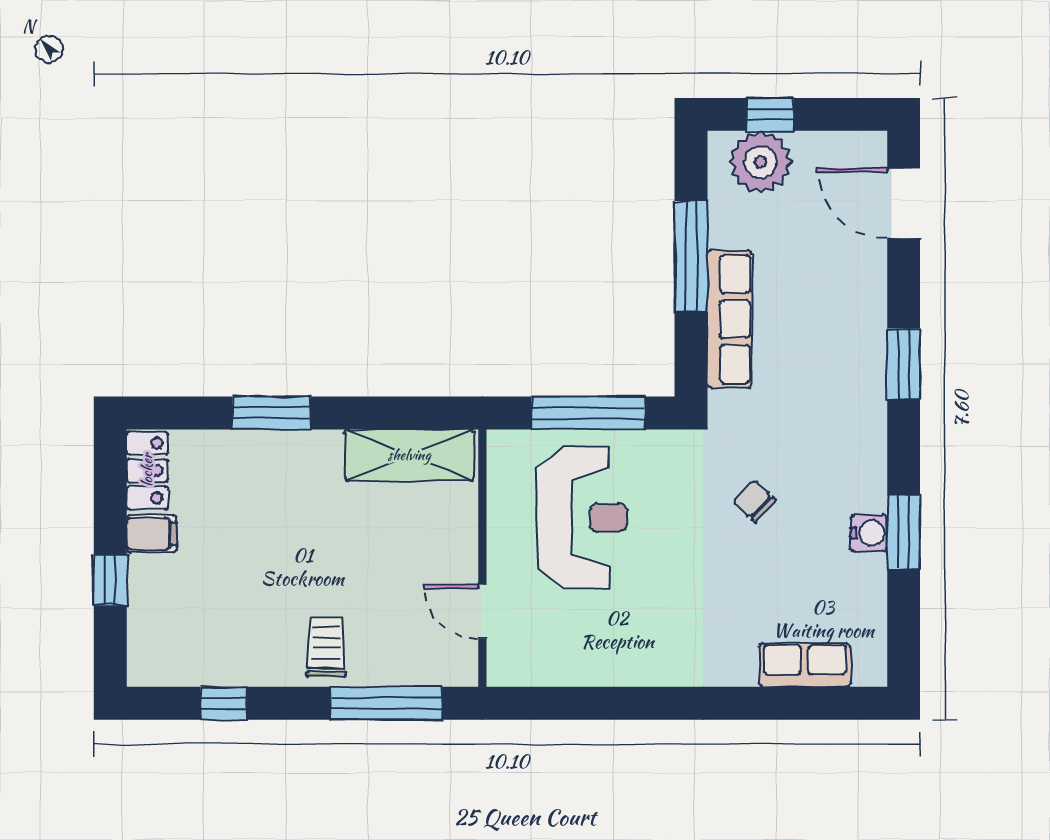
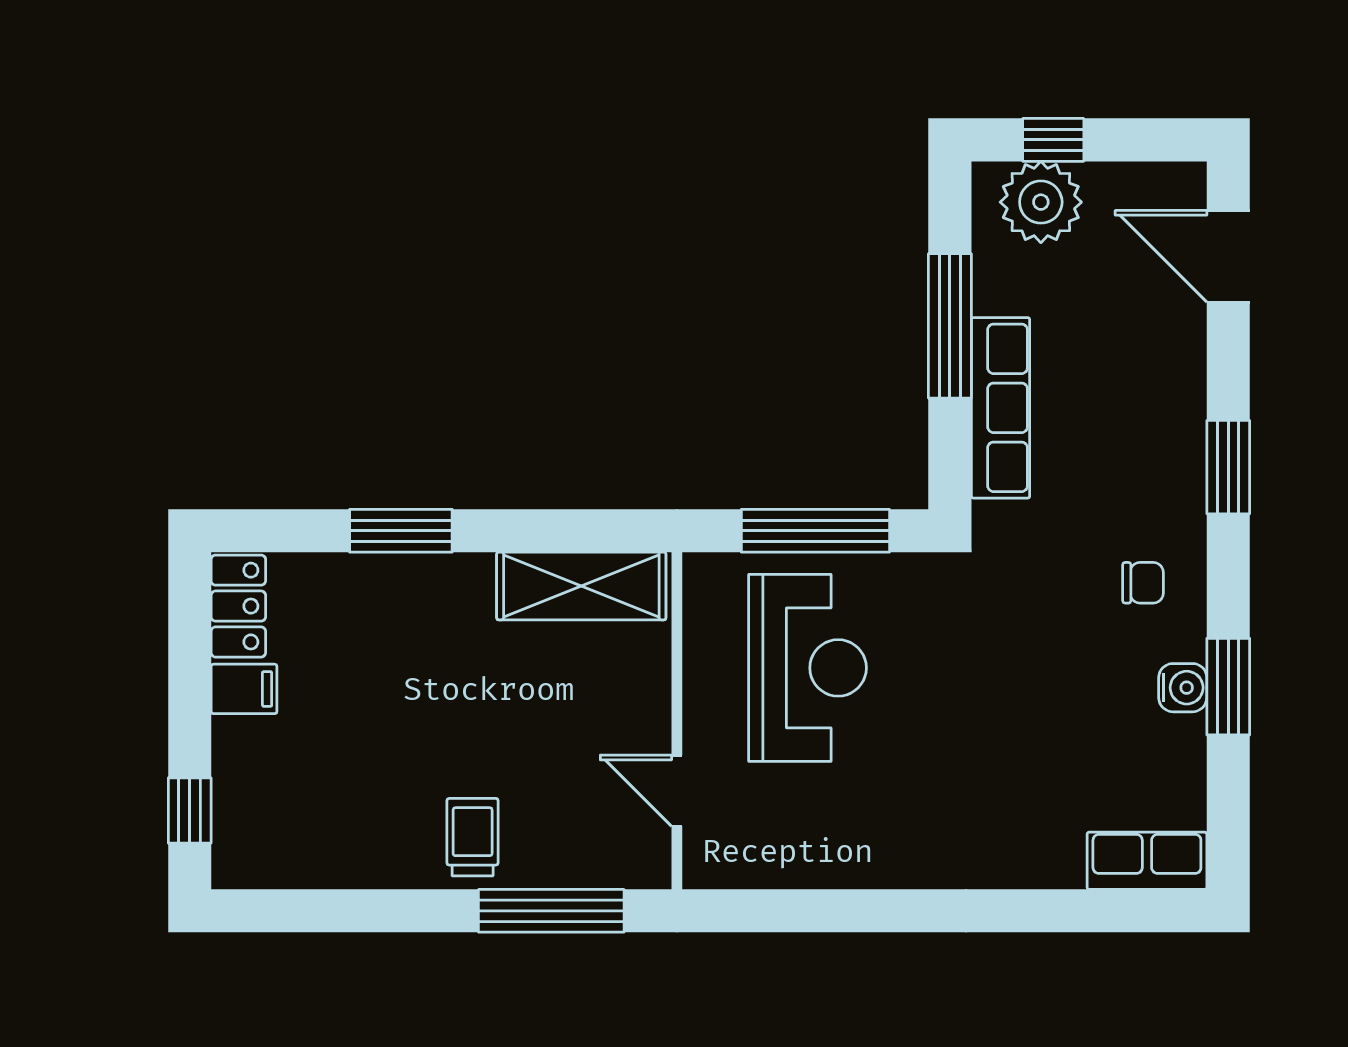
chair: (755, 501) -> (1143, 583), moved, turned 137
window: (110, 580) -> (190, 810), moved
row of seats: (805, 665) -> (1147, 861), moved
window: (224, 703) -> (338, 911), removed

